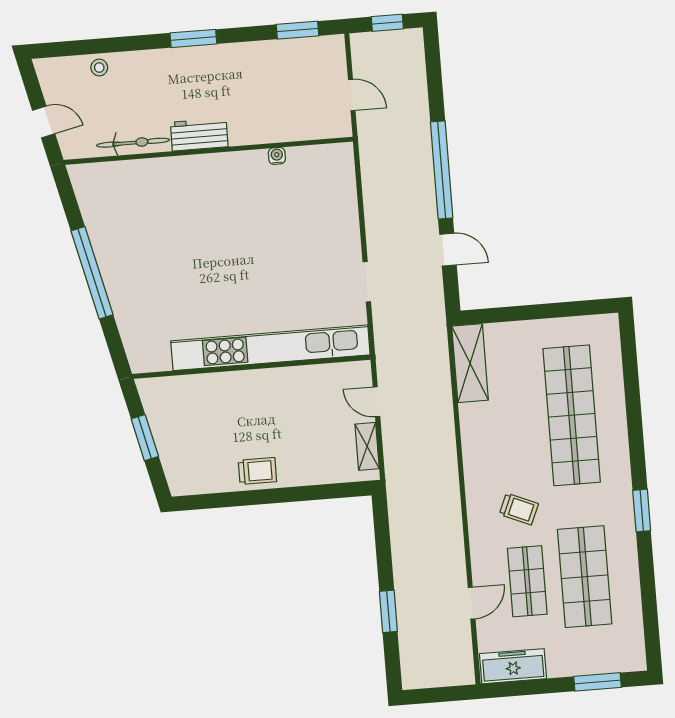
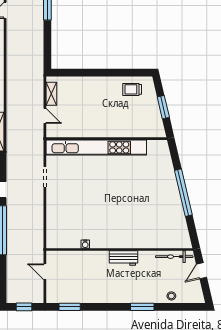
window: (193, 38) -> (142, 307), moved
door: (44, 122) -> (202, 271), hinge flipped
bicycle: (133, 143) -> (174, 257), moved
trolley: (257, 471) -> (132, 89), moved

